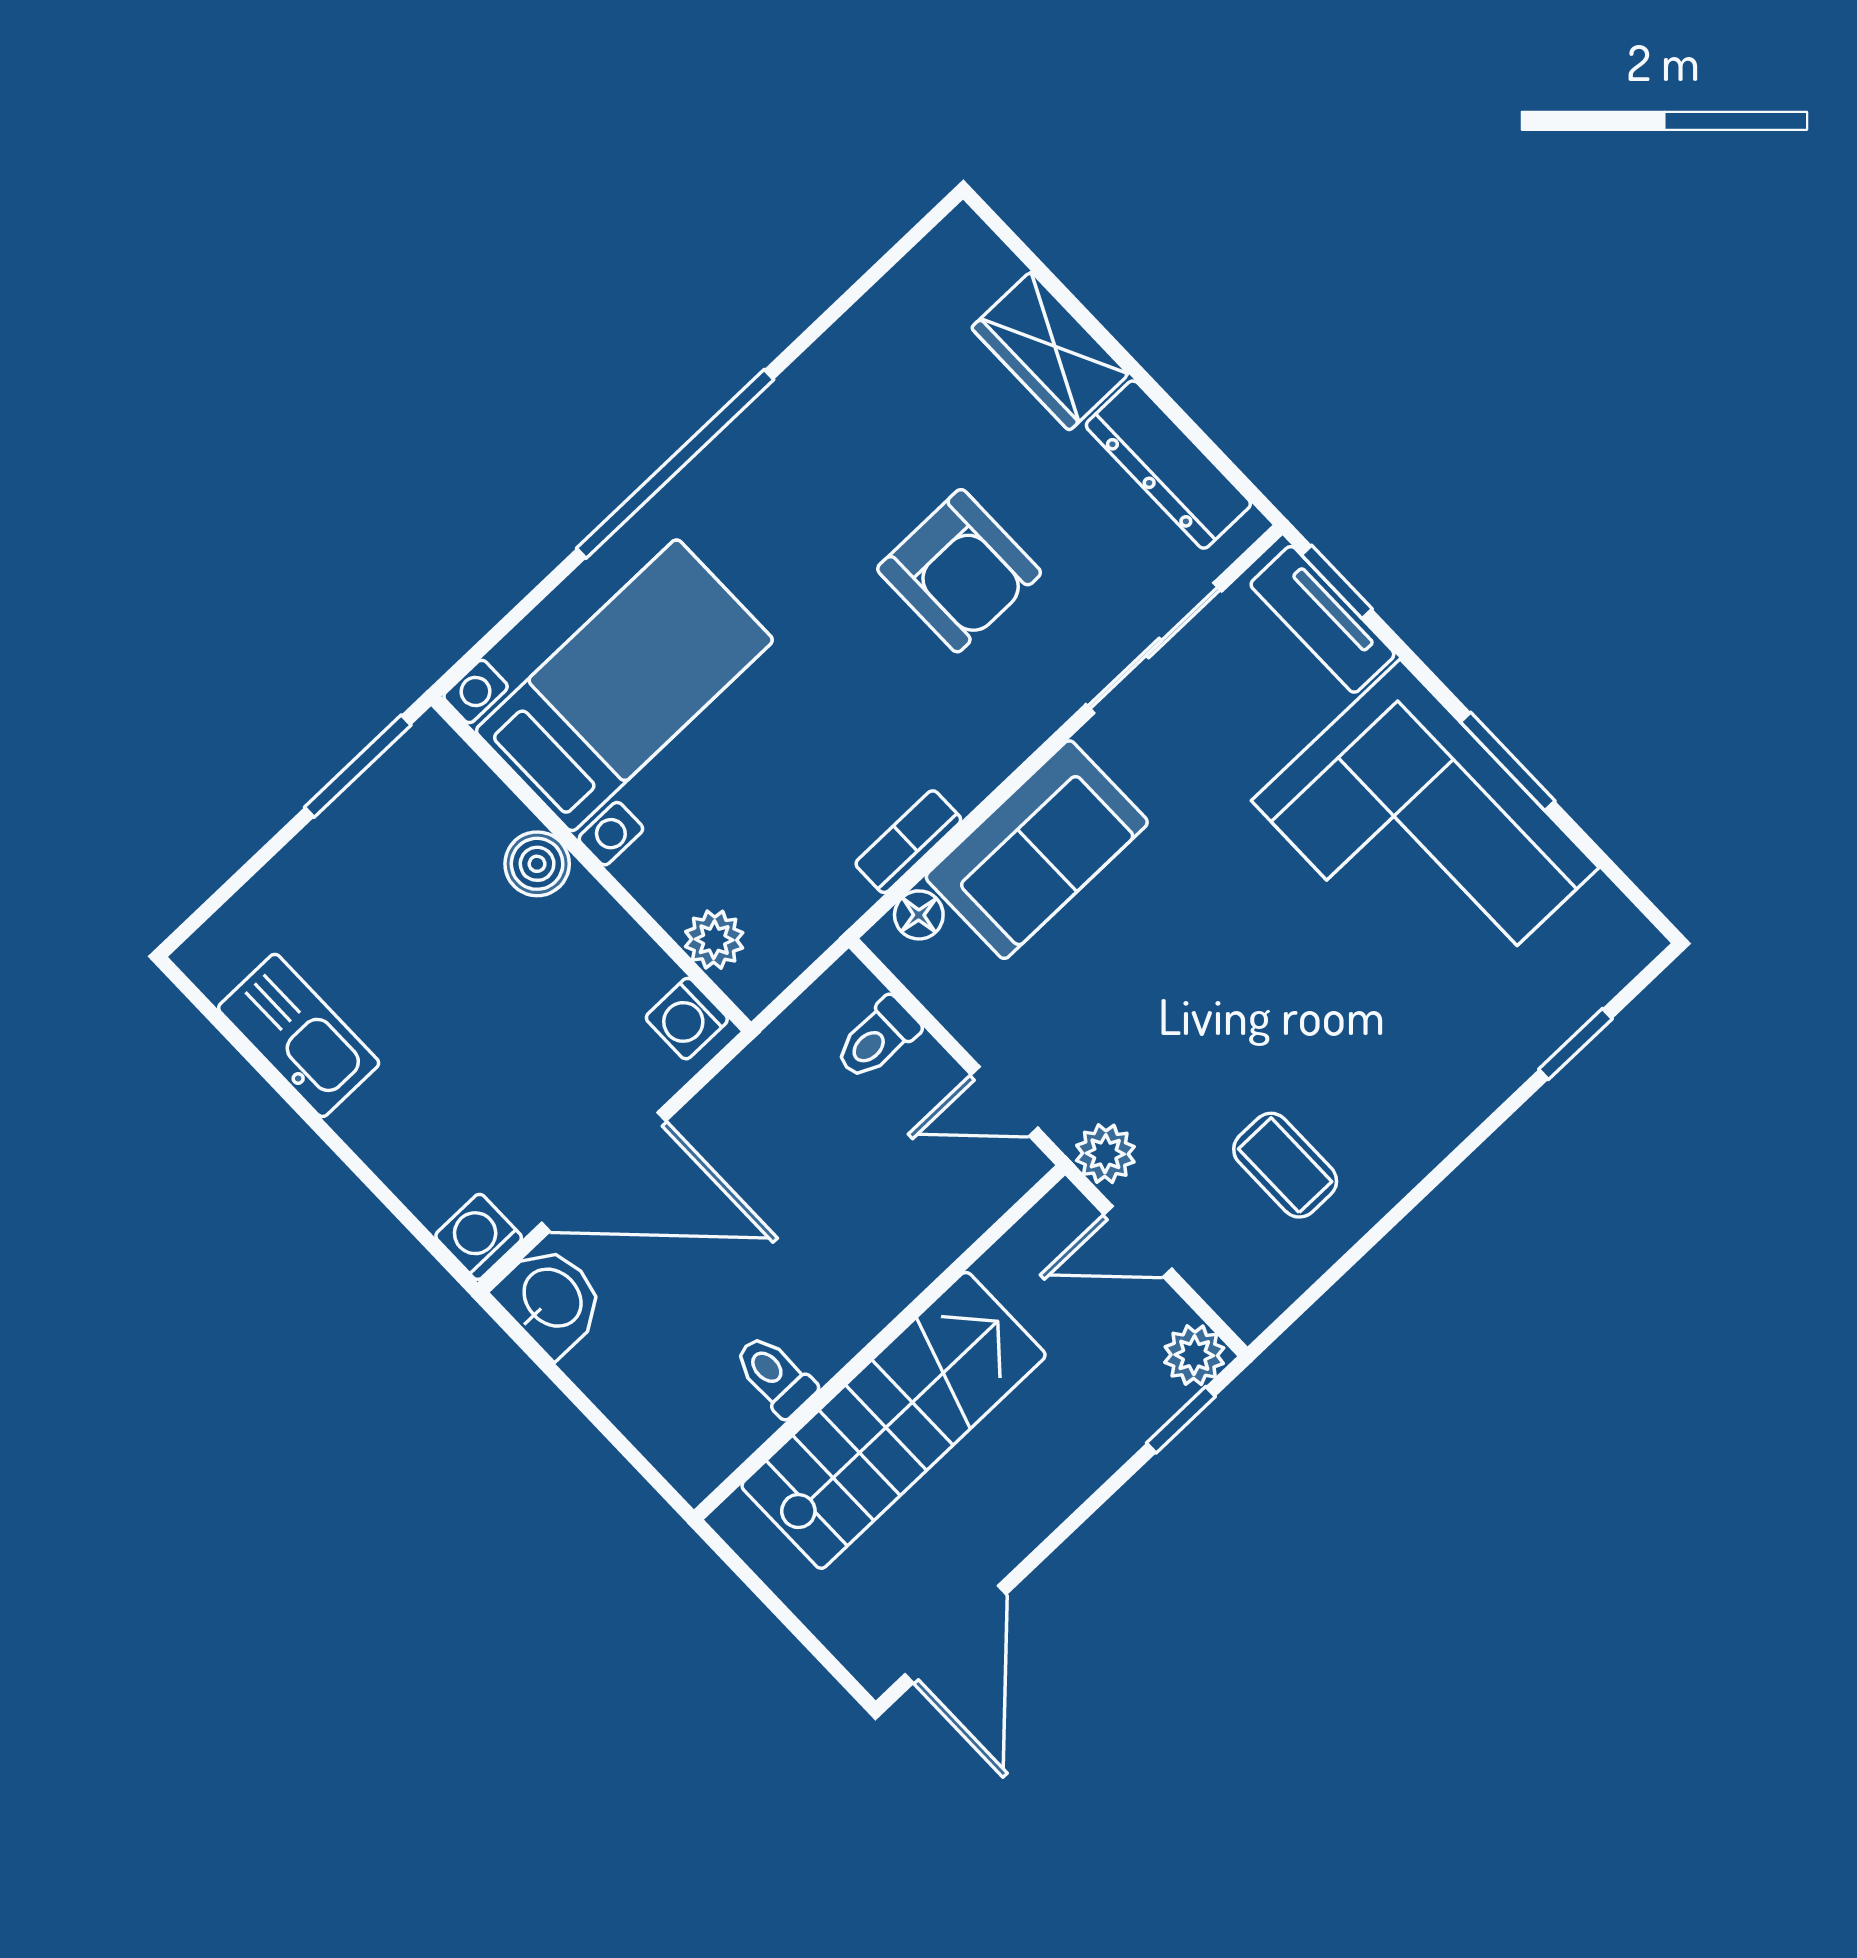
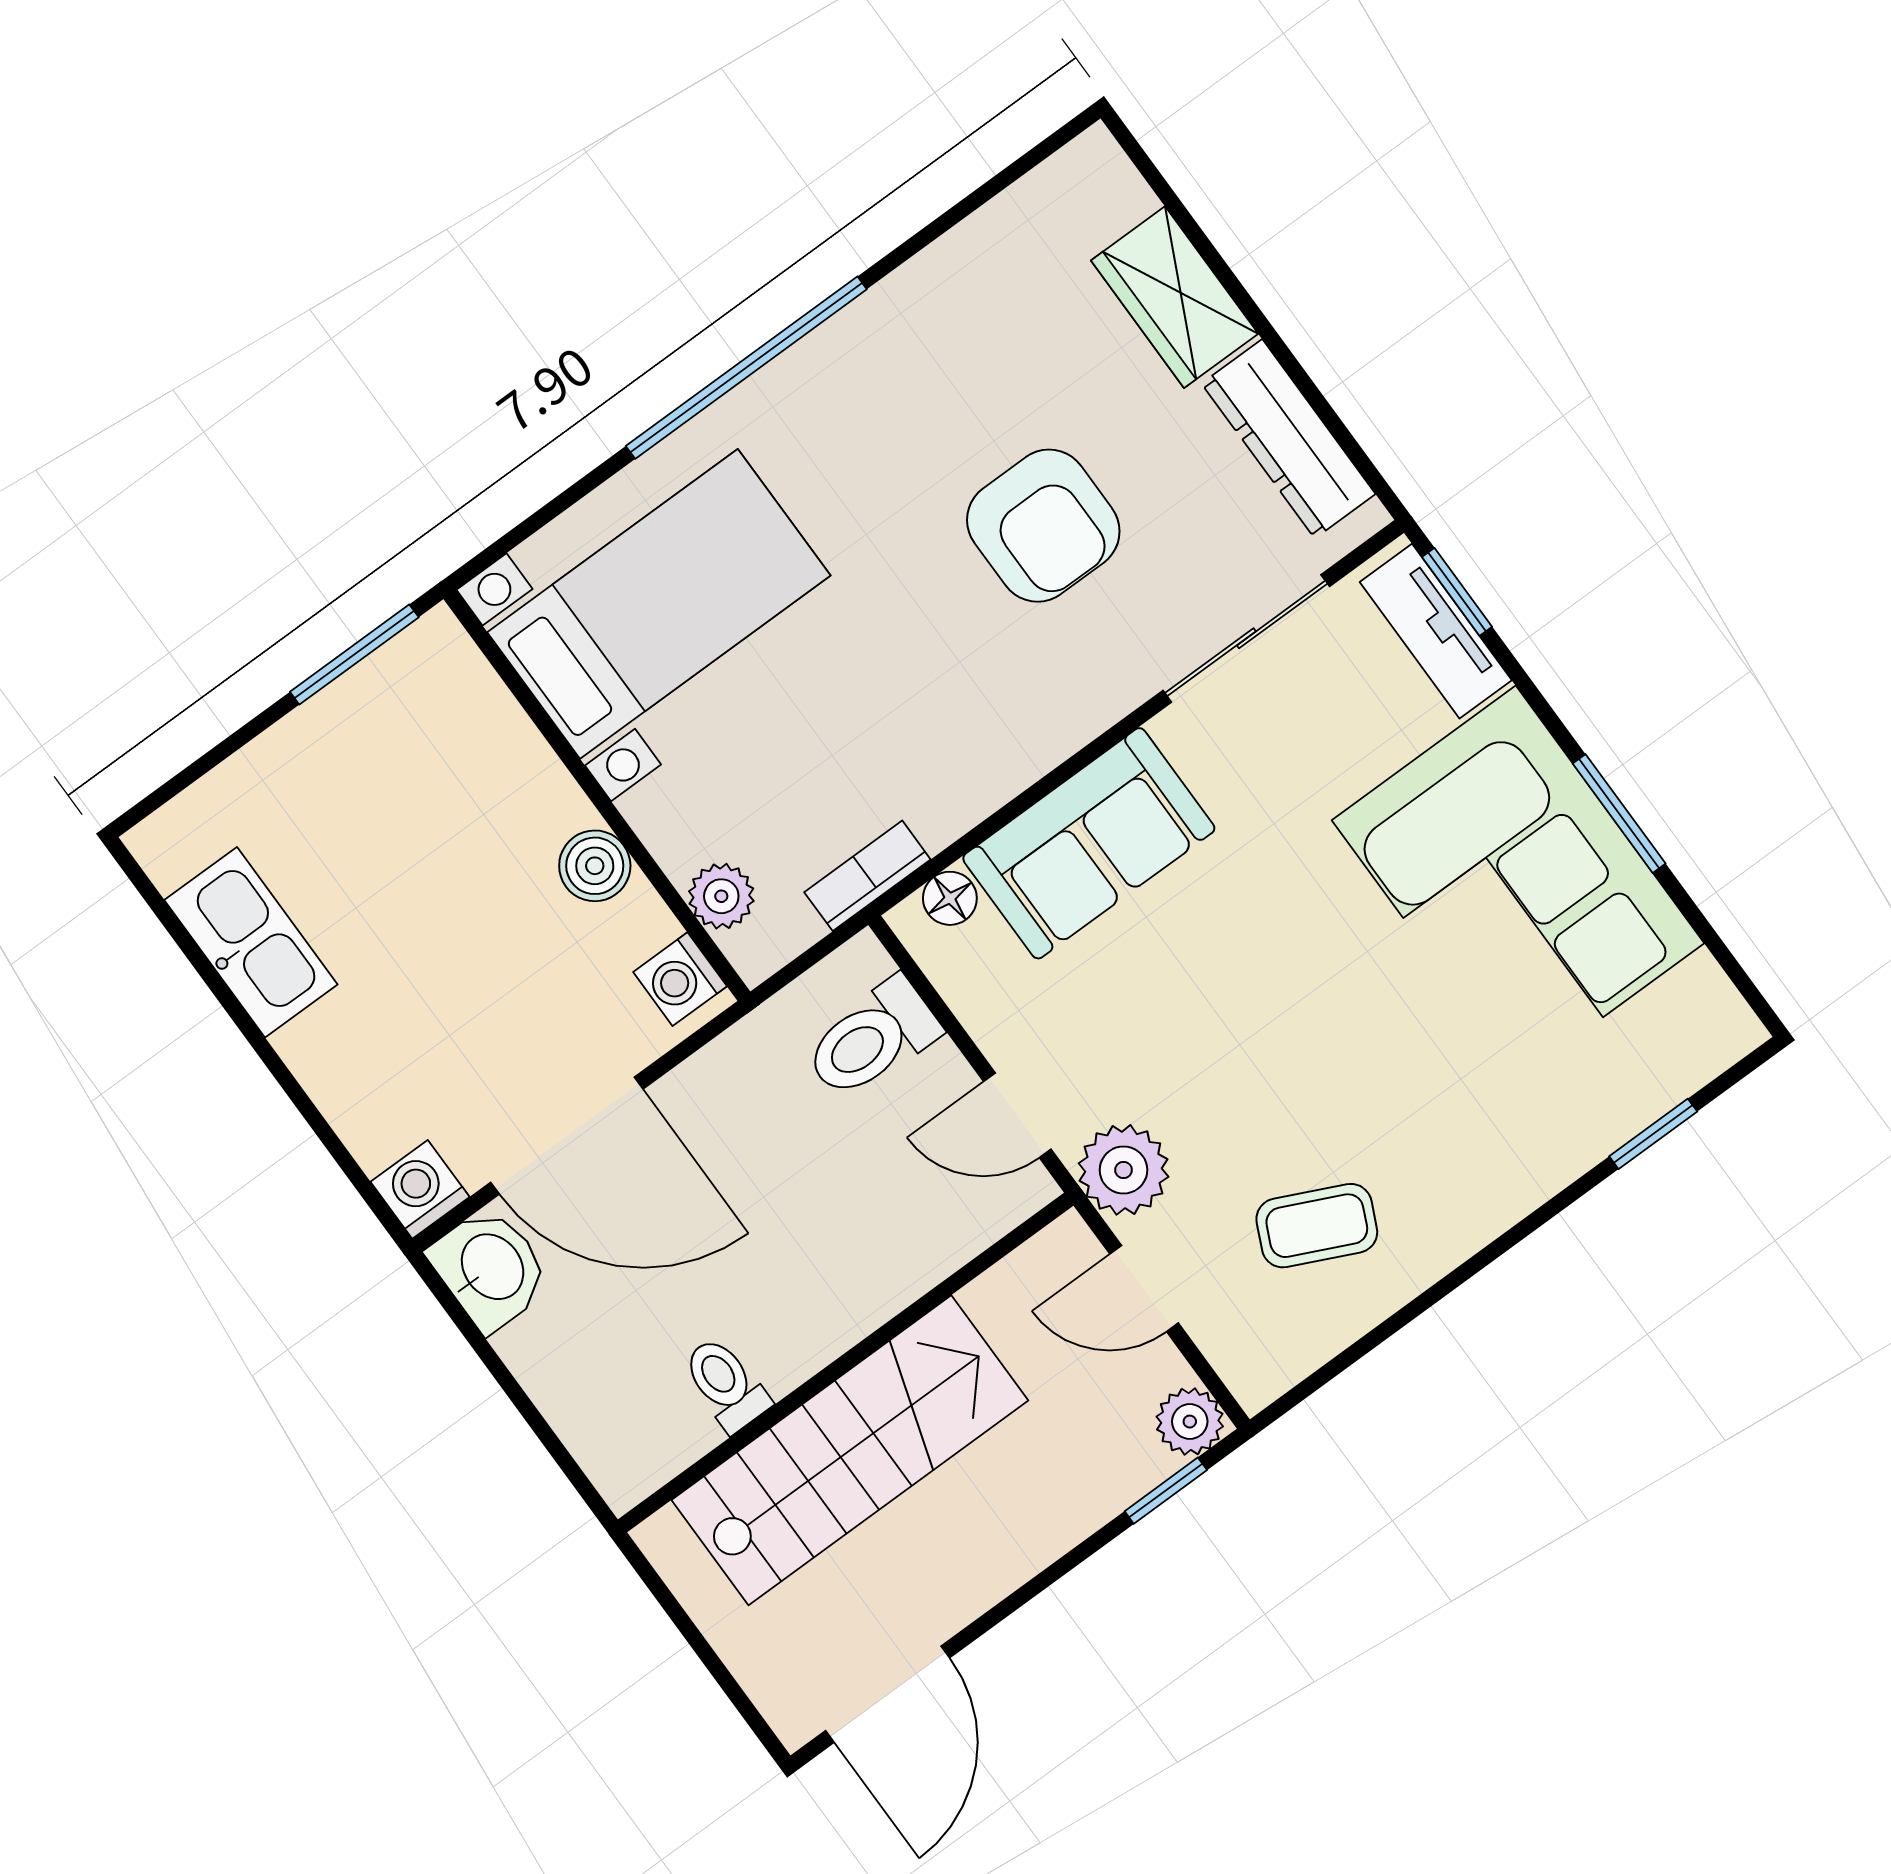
bookcase: (908, 842) -> (867, 876), moved
boiler: (537, 864) -> (595, 866), moved
toilet: (877, 1039) -> (872, 1039), width x1.37, depth x1.39
plant: (1105, 1154) -> (1124, 1170), width x1.38, depth x1.38
coffee table: (1285, 1165) -> (1317, 1226), turned -65

